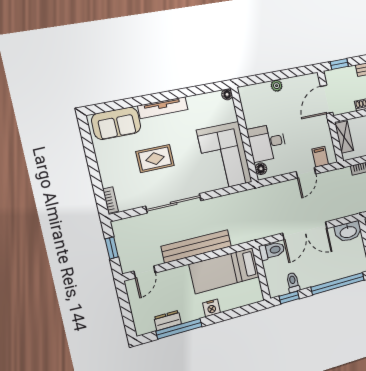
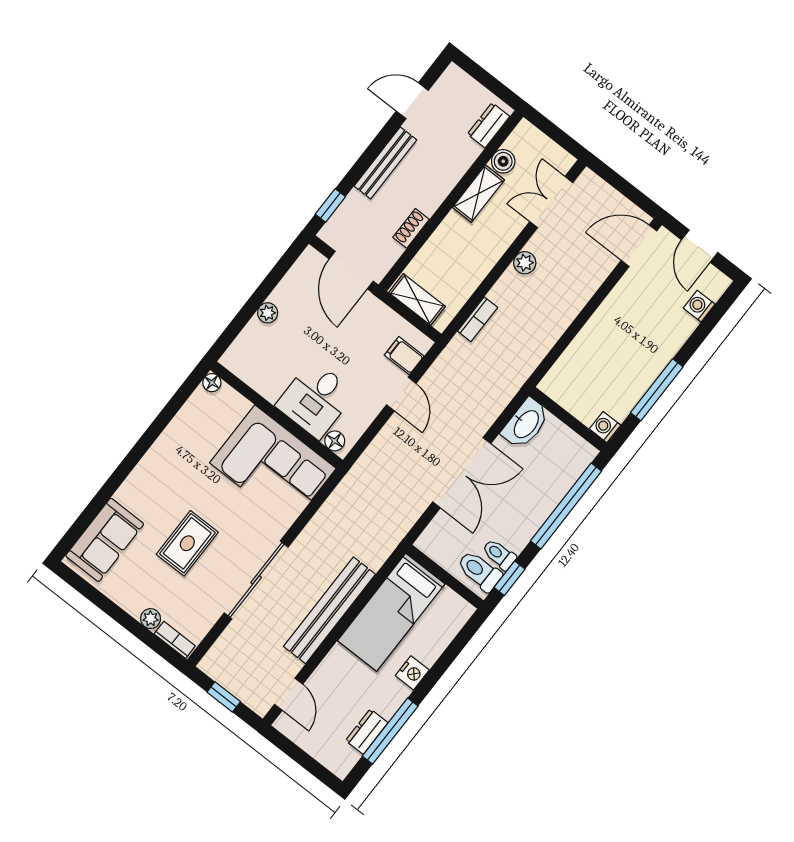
tv unit: (163, 108) -> (145, 471), removed
plant: (107, 180) -> (151, 619), added
toilet: (272, 251) -> (479, 571), moved, turned -90

